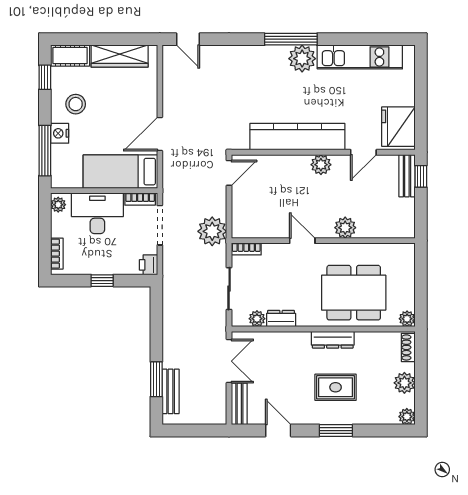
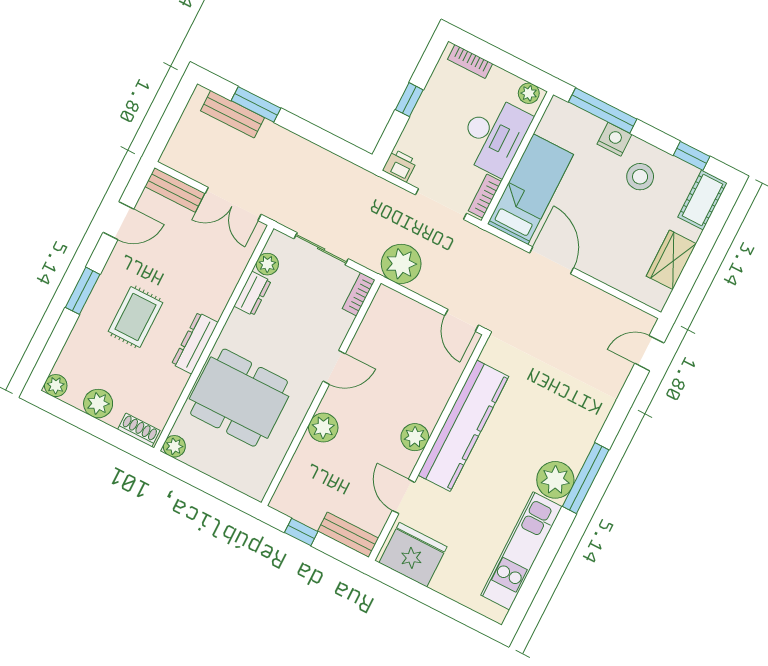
wardrobe: (120, 56) -> (671, 260), width x0.67
window: (421, 176) -> (301, 532), moved
dining table: (354, 293) -> (239, 398), turned 90

